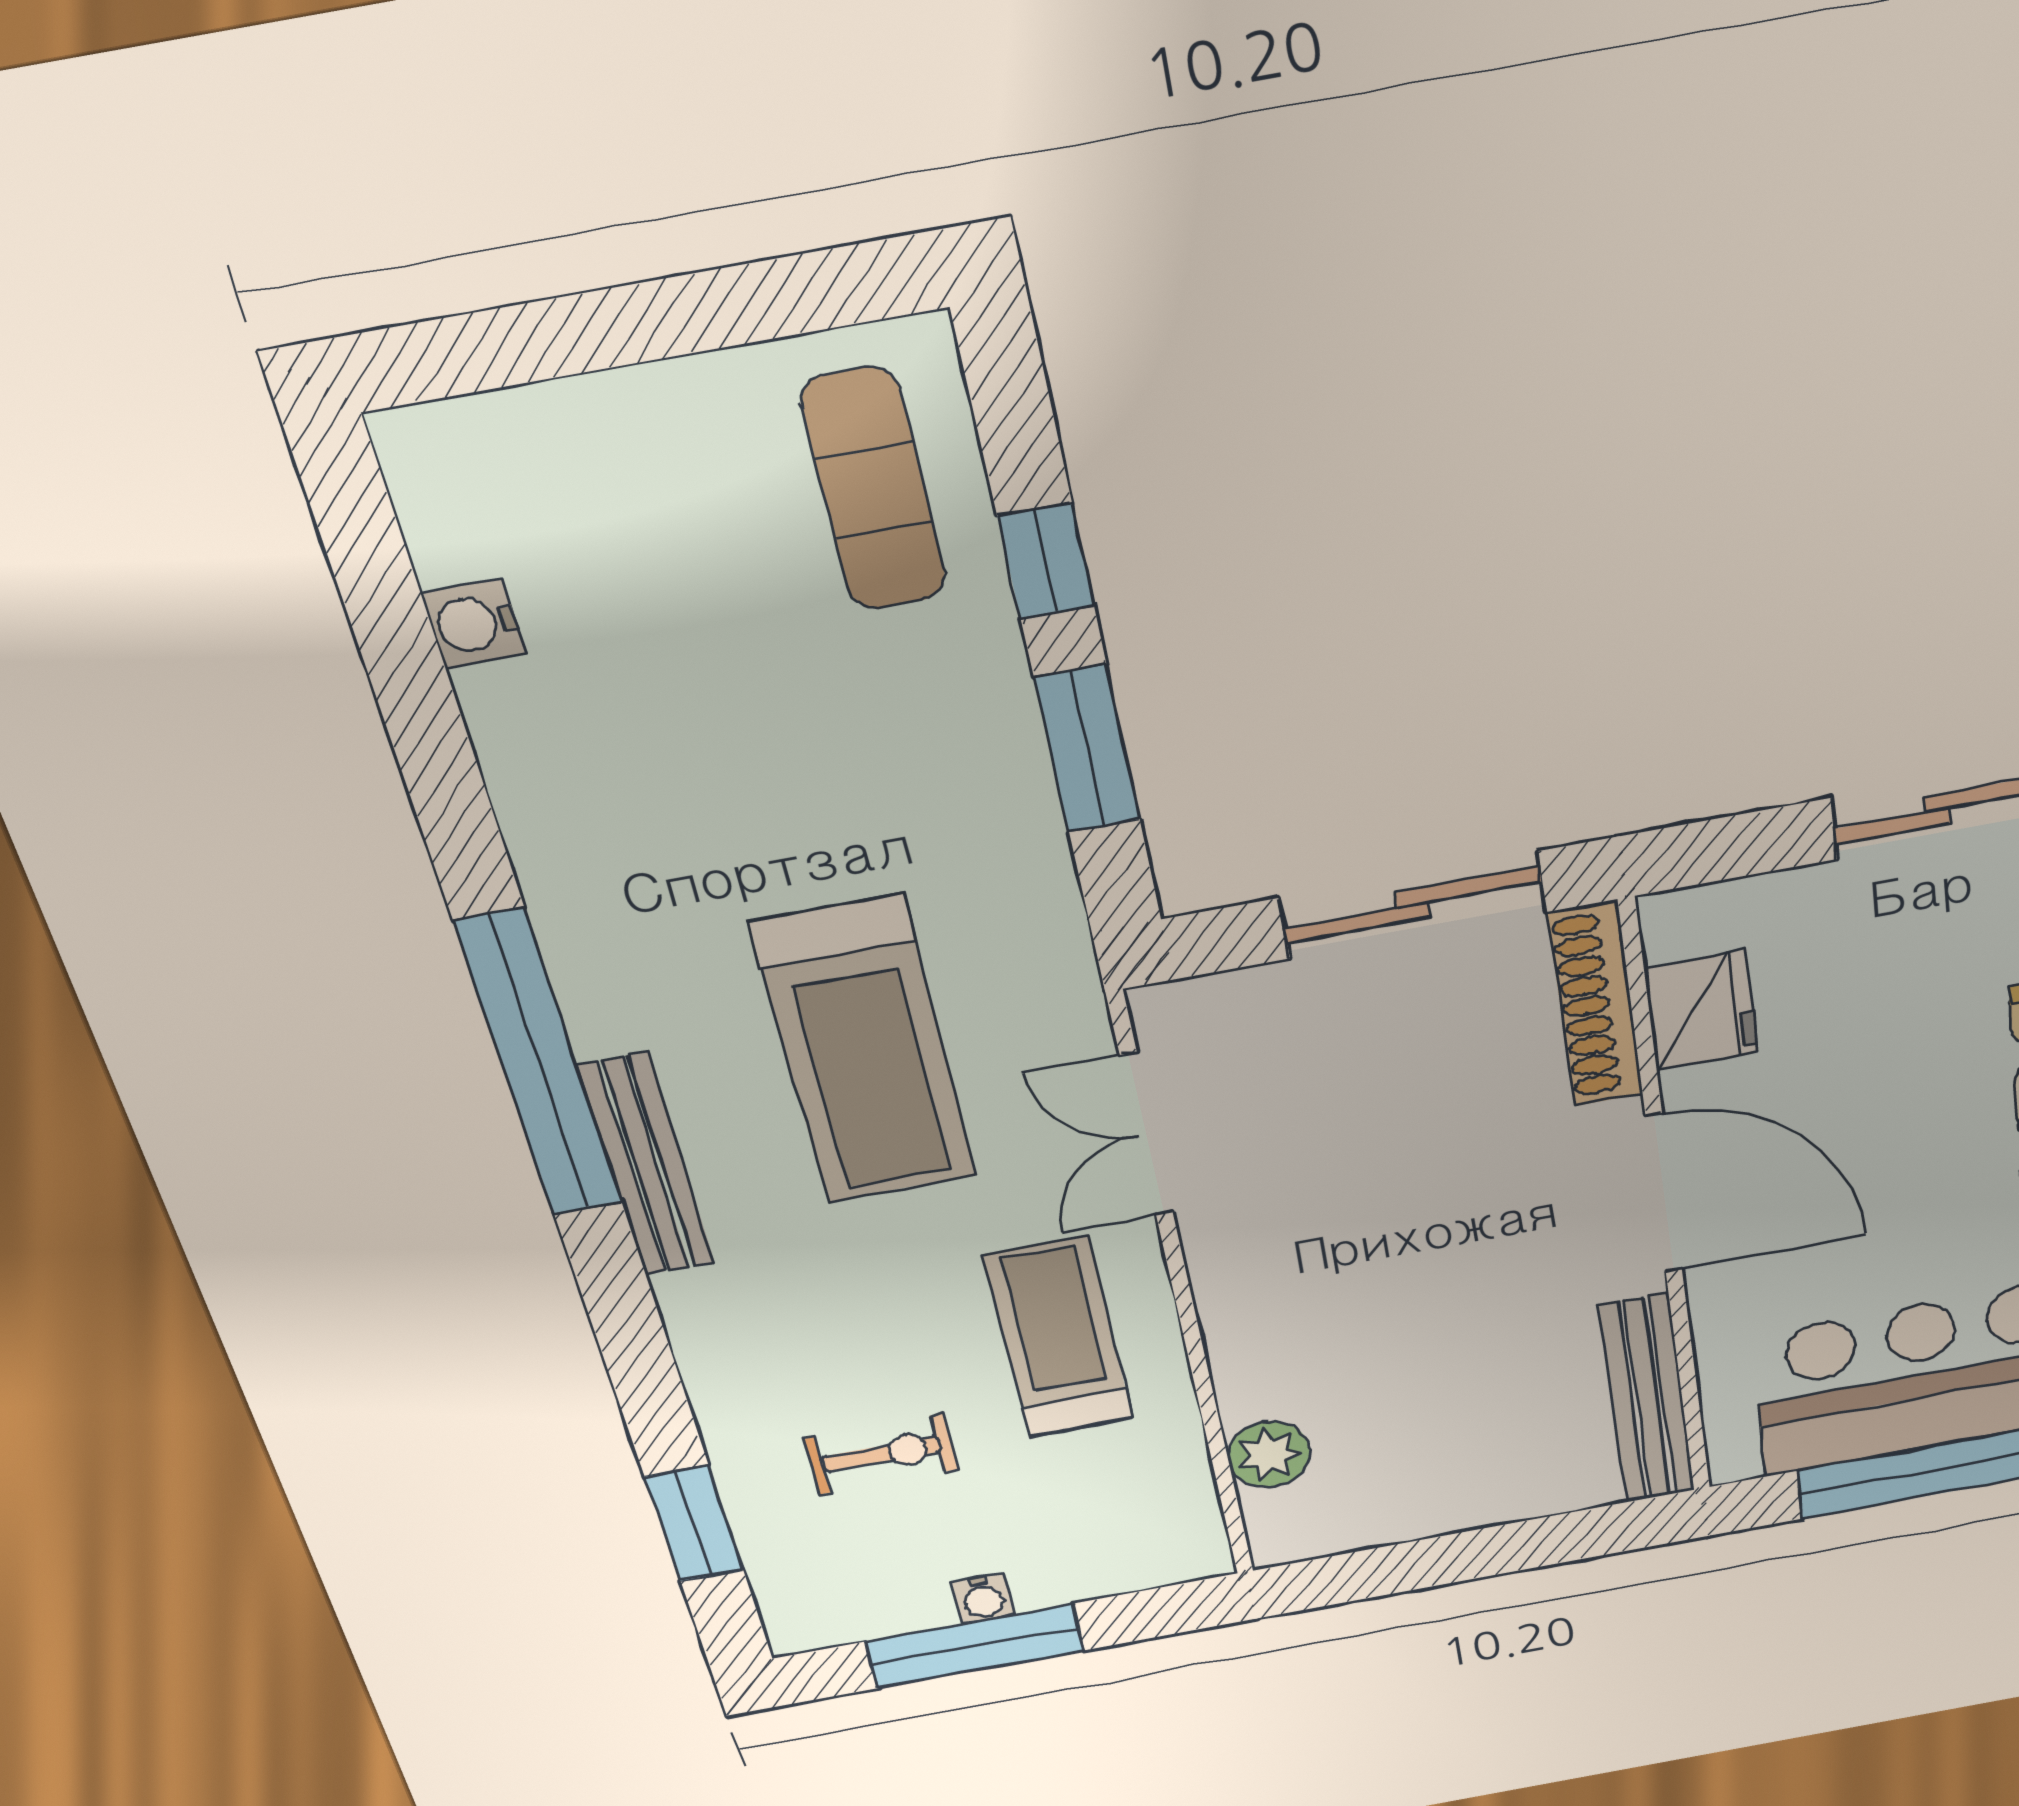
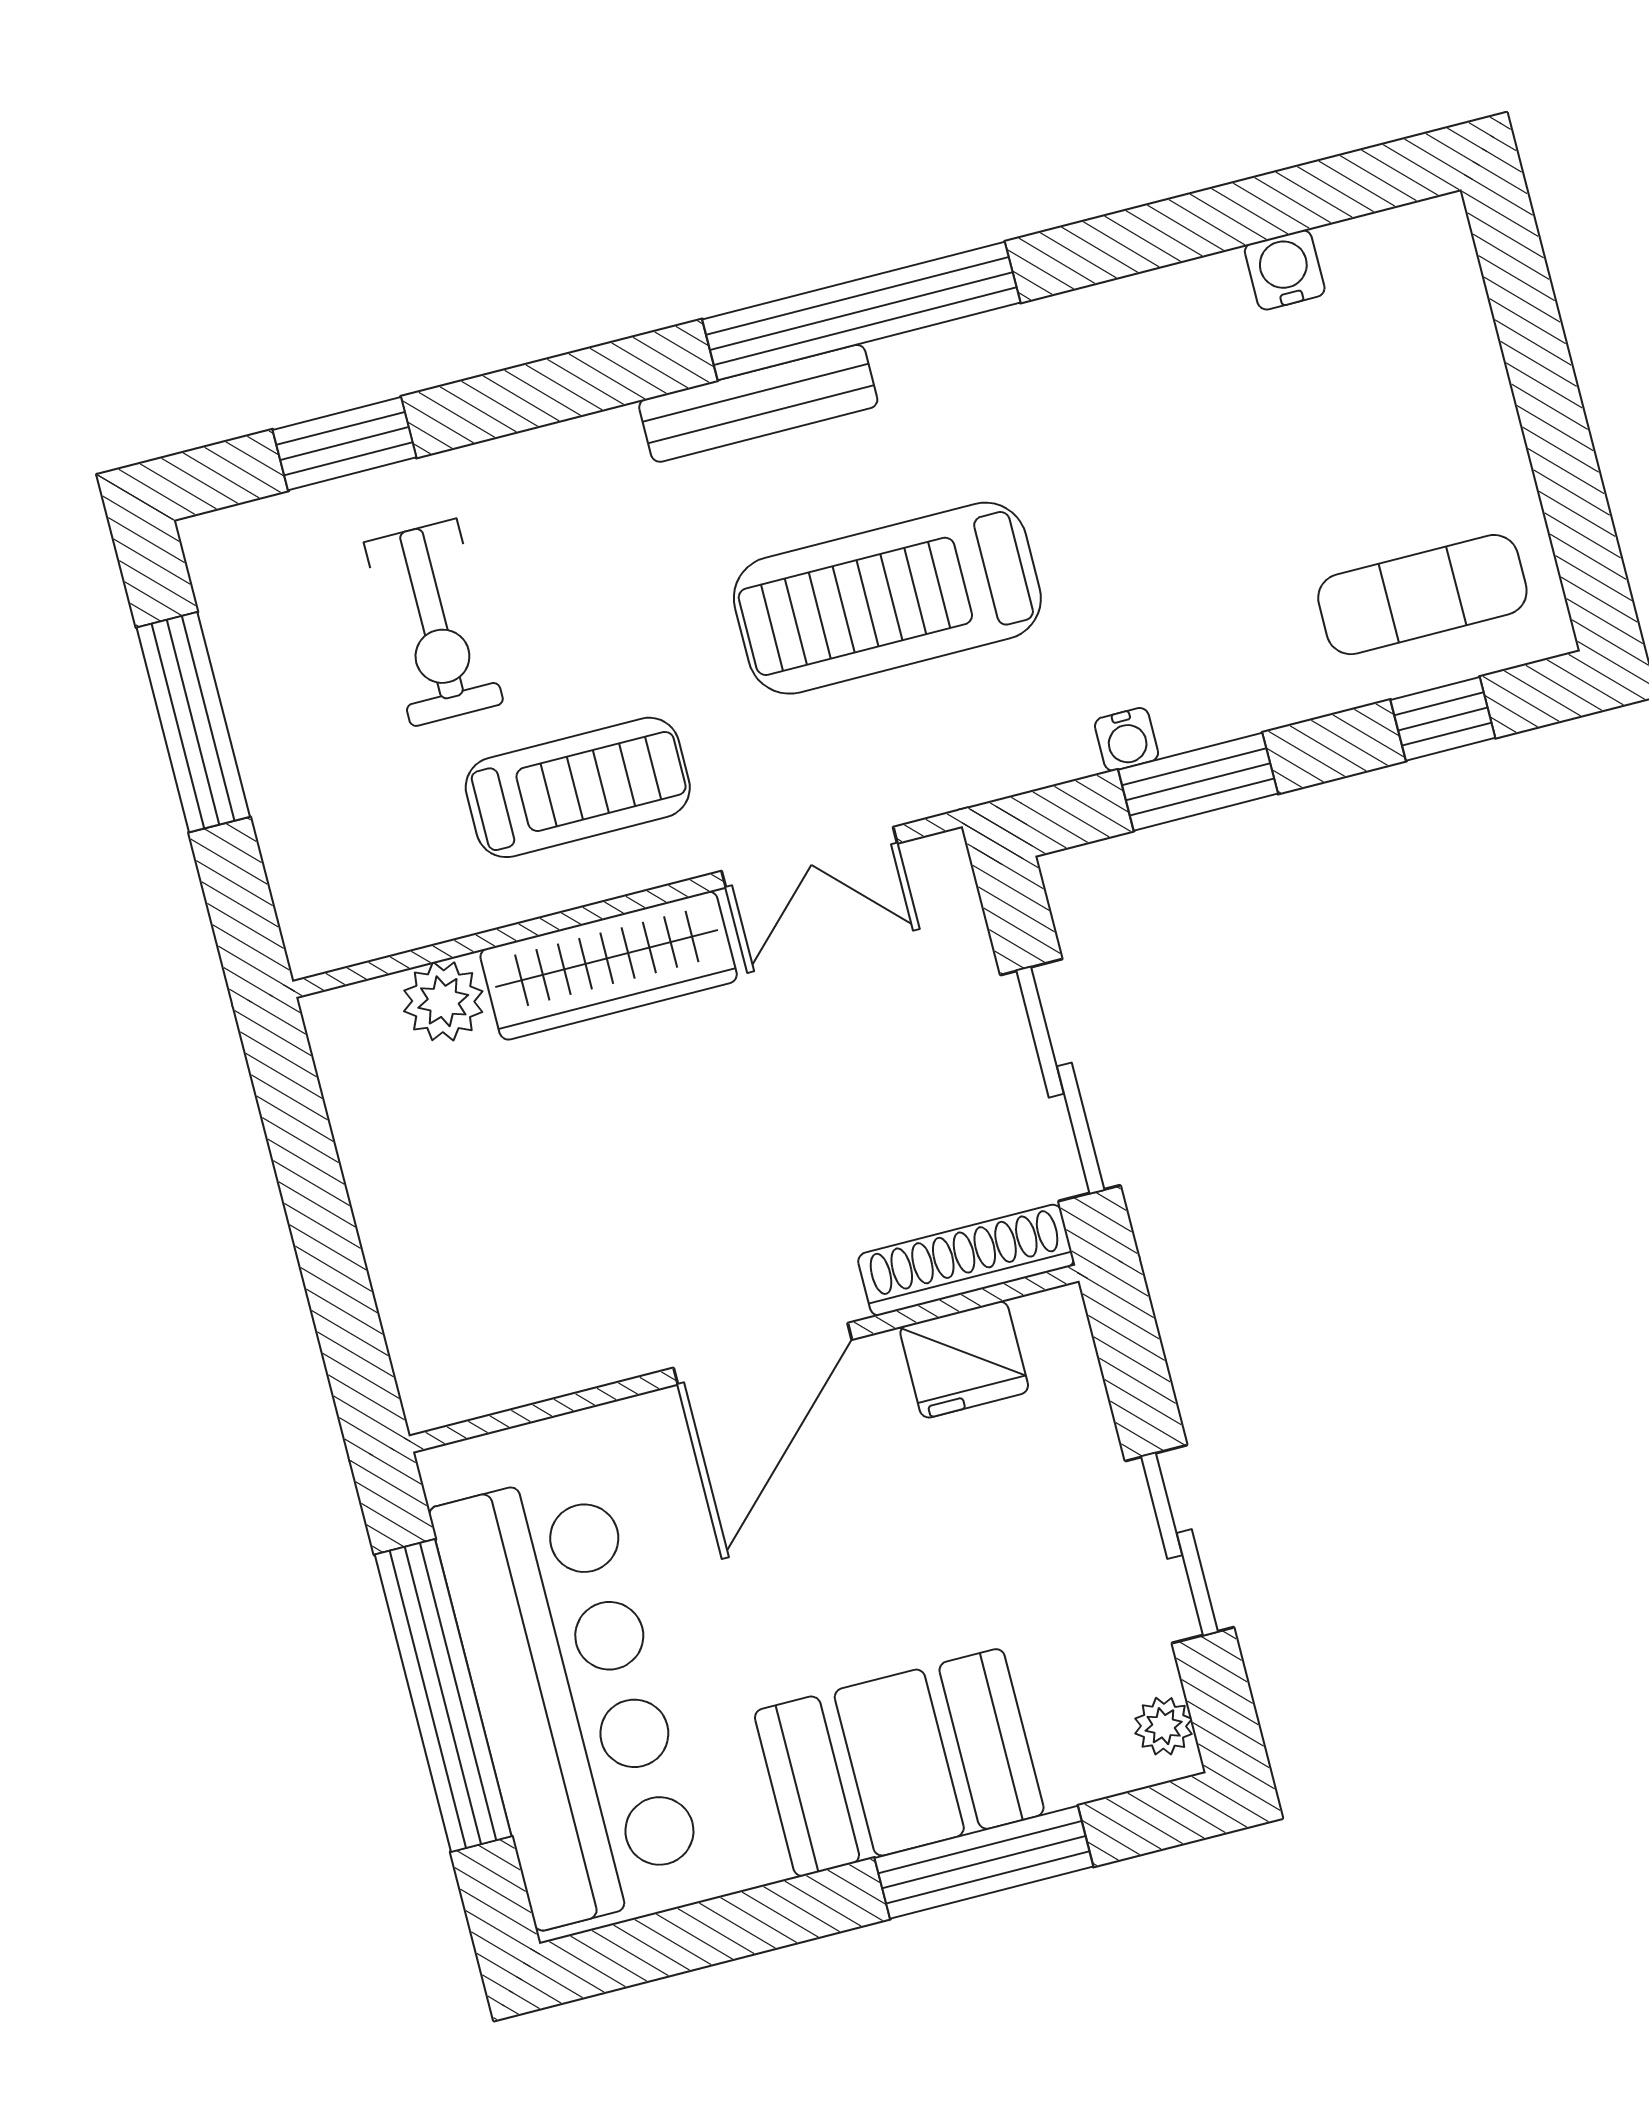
window: (1046, 561) -> (1443, 719), moved
double door: (1147, 1134) -> (809, 857), swing flipped
wardrobe: (1246, 1316) -> (609, 966), added
bench: (1647, 1399) -> (520, 1372), removed
exercise bike: (881, 1454) -> (434, 623), width x1.38, depth x1.39
water cooler: (983, 1598) -> (1127, 739), moved, turned -90

